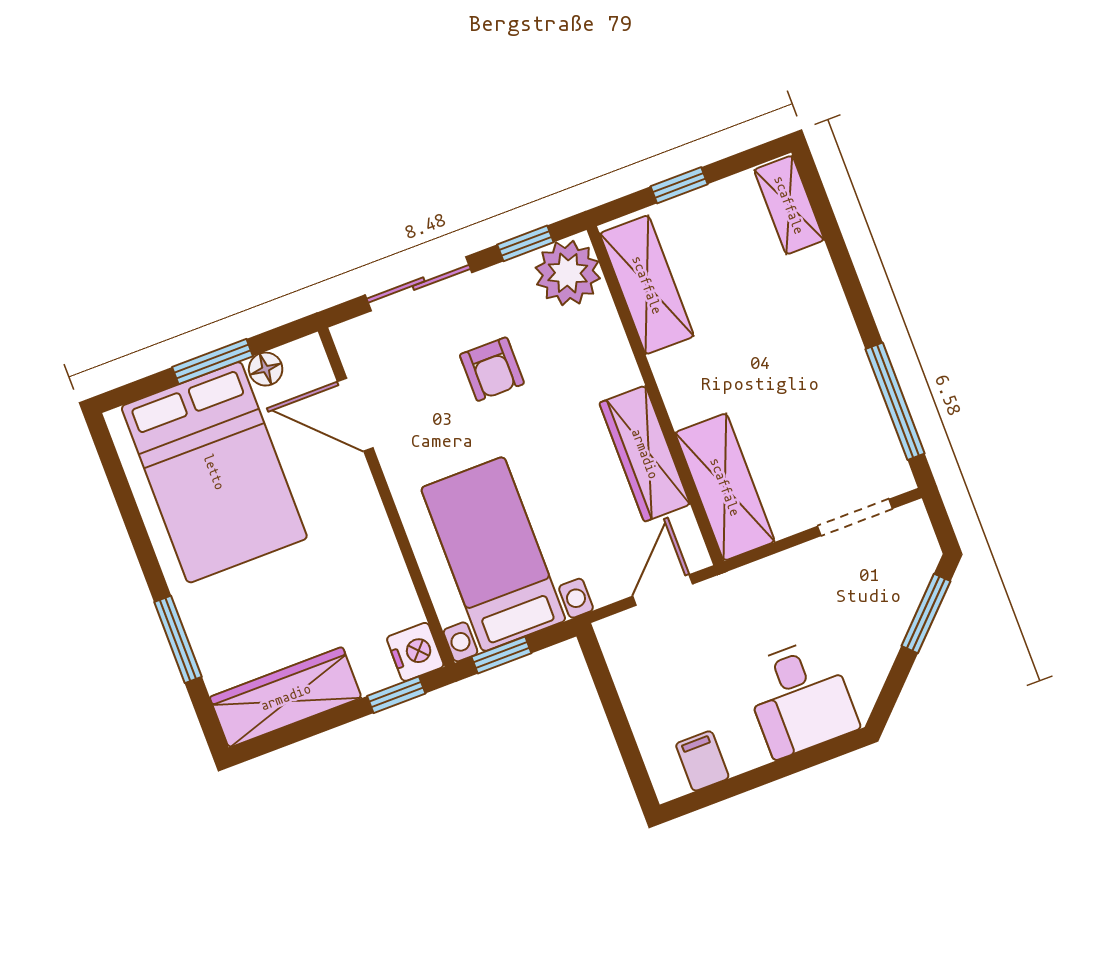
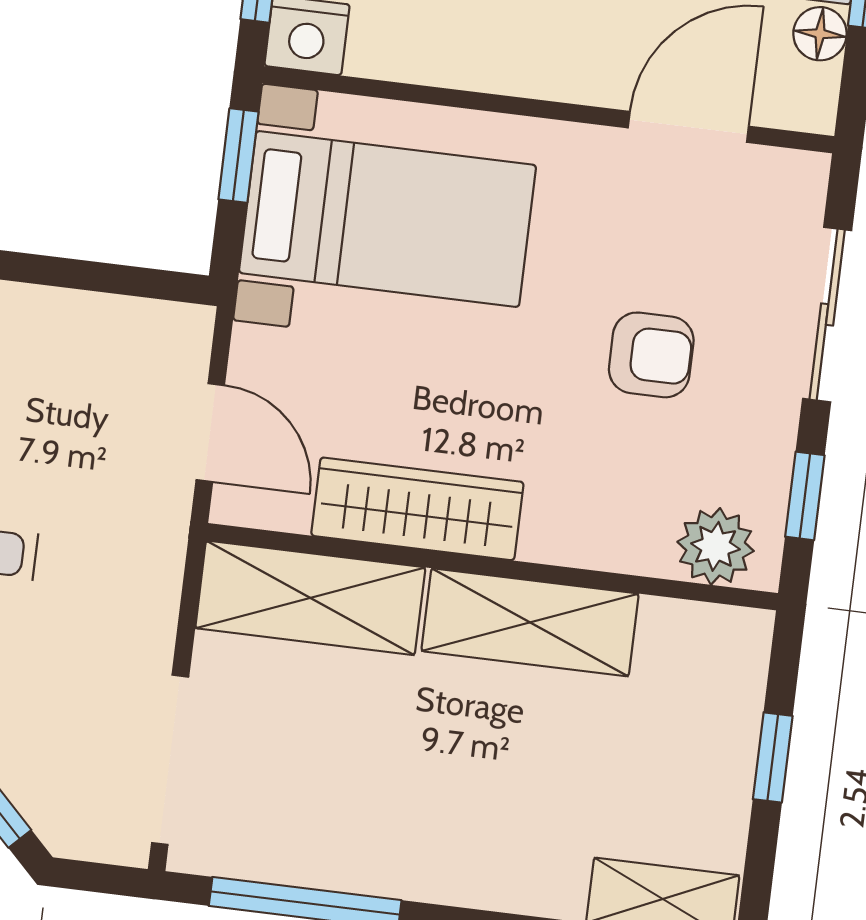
plant: (568, 273) -> (716, 546), width x0.73, depth x0.73
shelving: (647, 285) -> (530, 622), moved
armchair: (492, 369) -> (651, 355), turned 180
doorway: (855, 517) -> (170, 760), width x1.38

